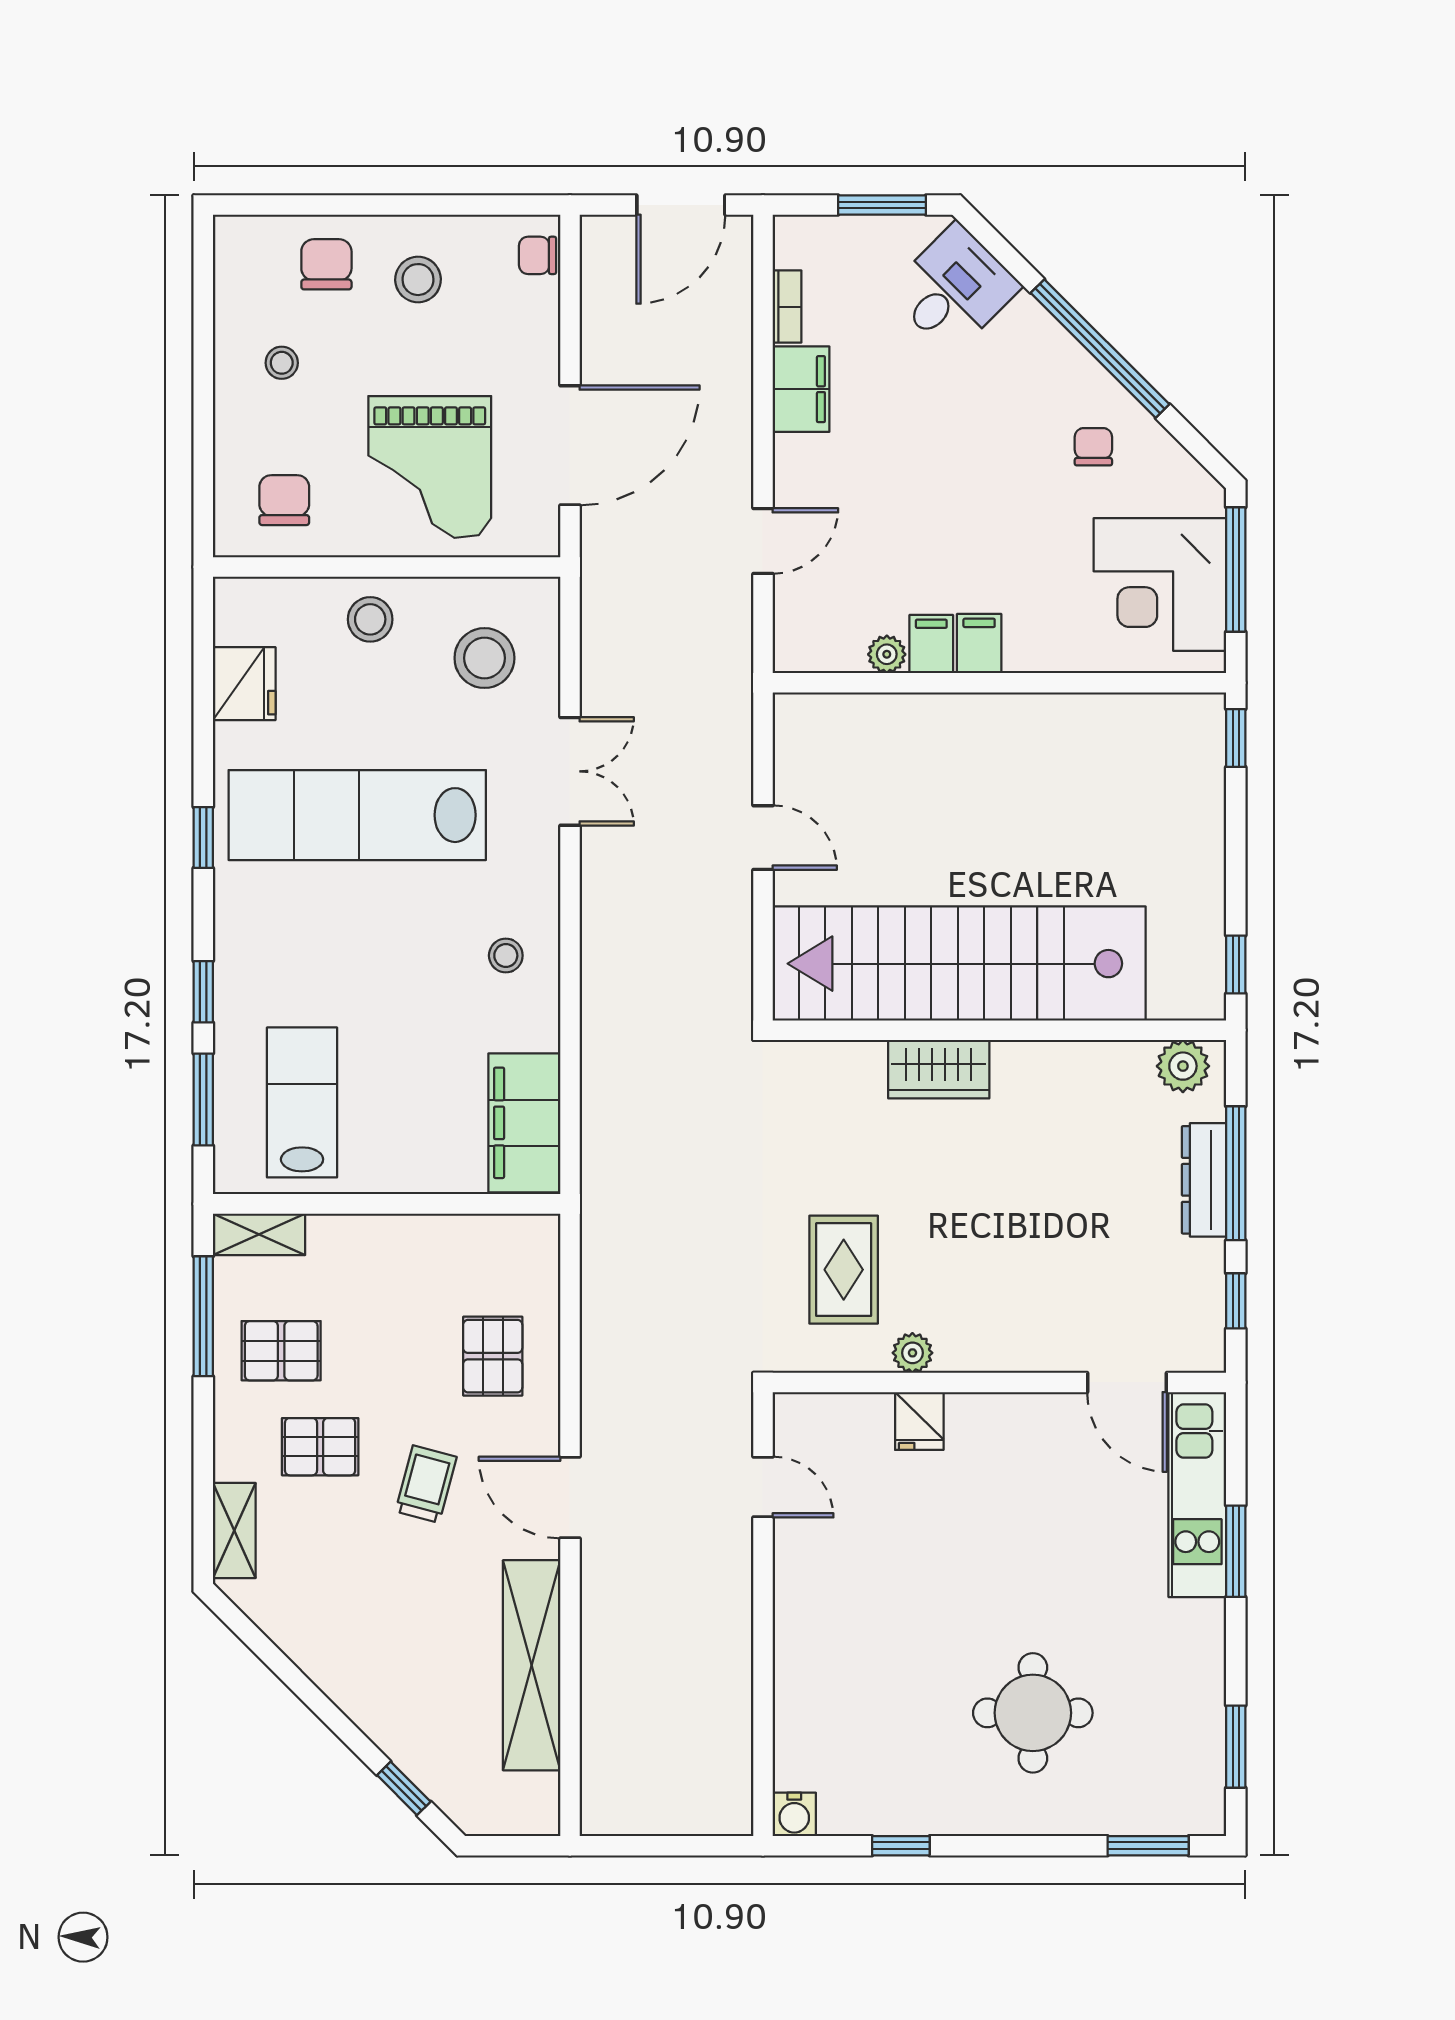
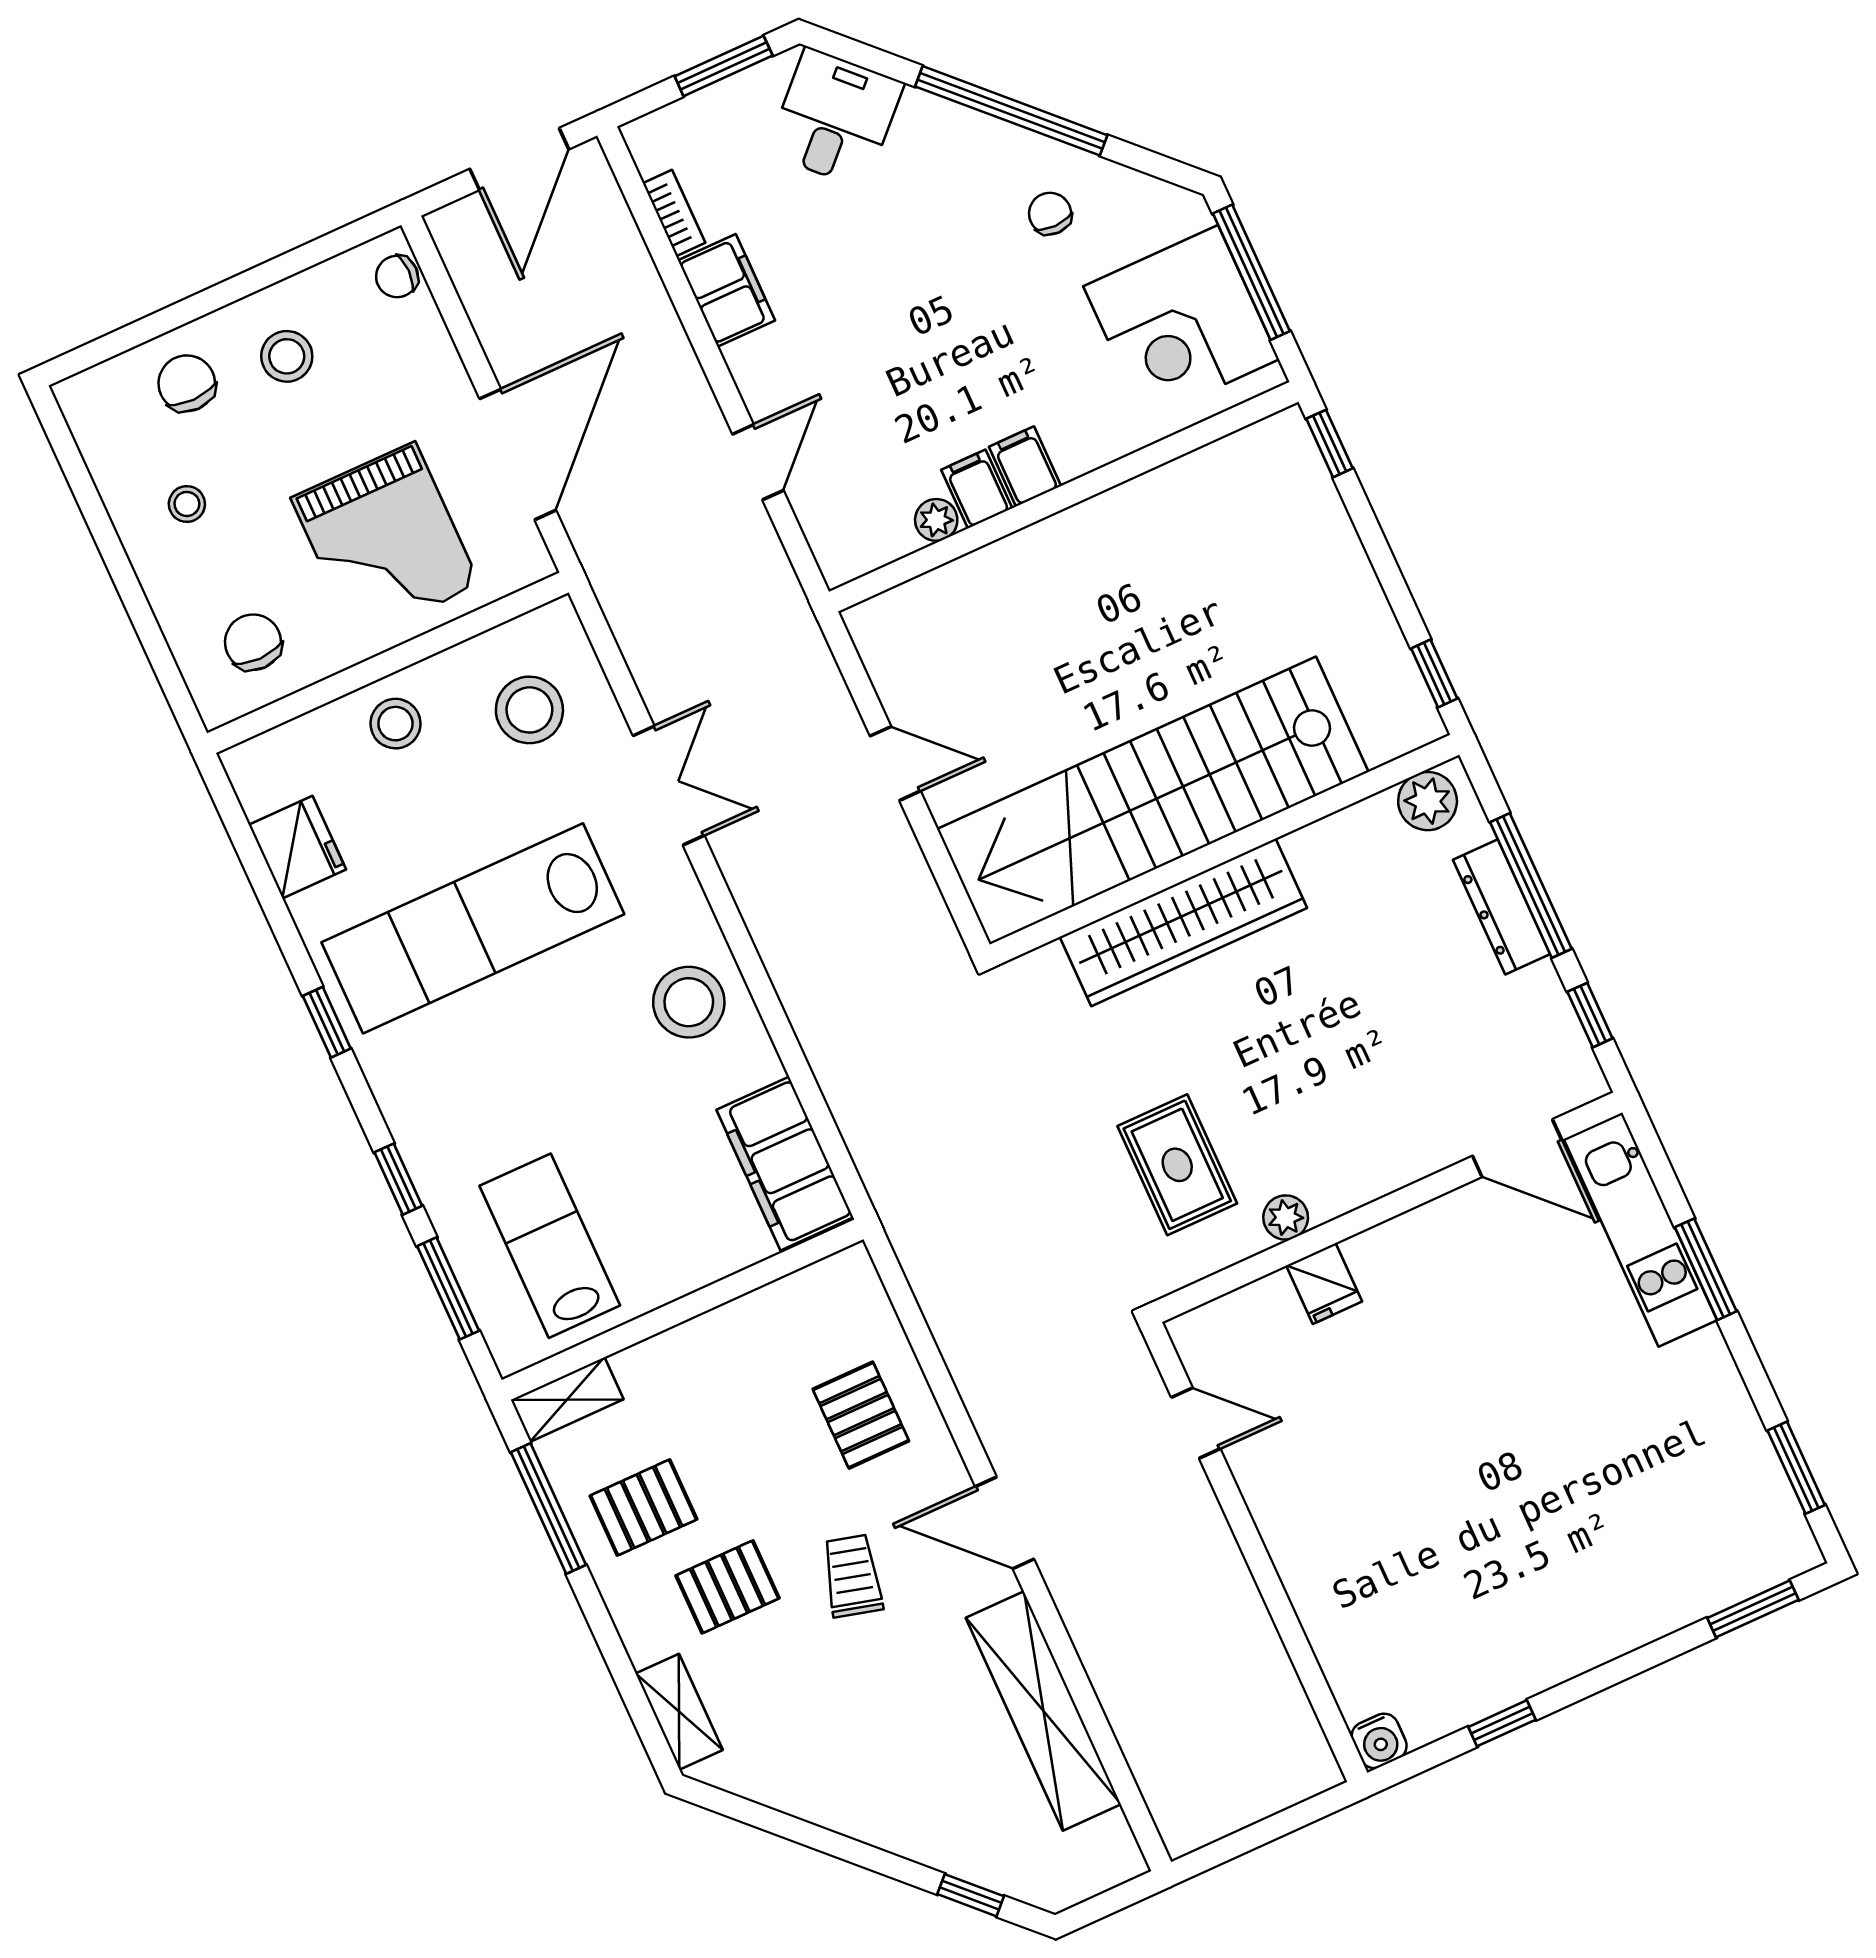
stool: (506, 956) -> (689, 1002), width x1.89, depth x1.89
wardrobe: (939, 1069) -> (1183, 922), width x2.10, depth x1.17
round table: (1033, 1713) -> (1574, 1527), removed

